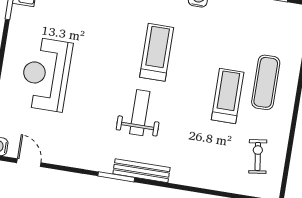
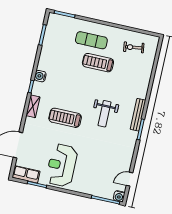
treadmill: (157, 52) -> (65, 118), moved
reception desk: (46, 74) -> (62, 165), moved, turned 90
weight bench: (140, 113) -> (105, 114), turned -90

